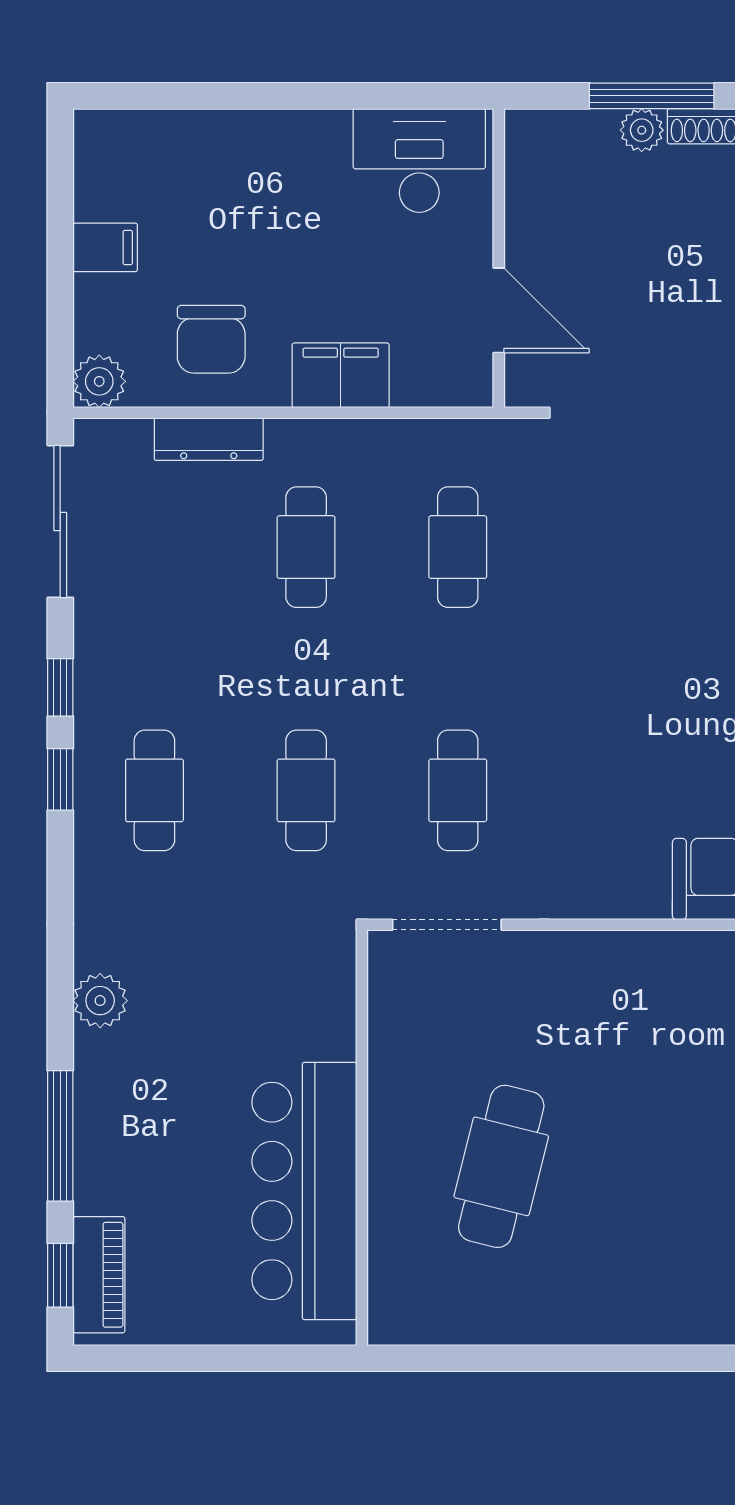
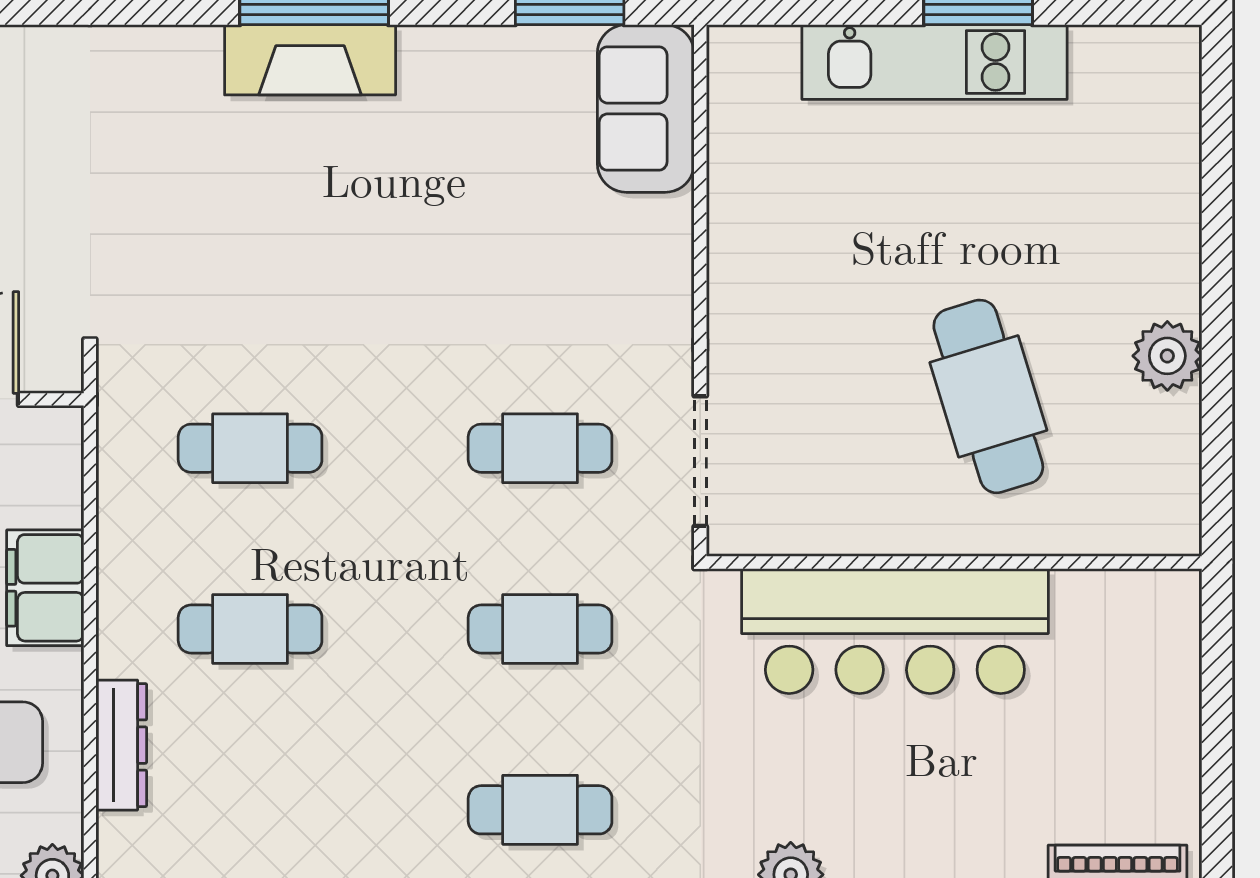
cafe table: (501, 1166) -> (988, 396), turned 59
bar counter: (304, 1191) -> (895, 631), moved
plant: (535, 1316) -> (1167, 356), added

